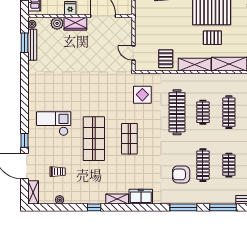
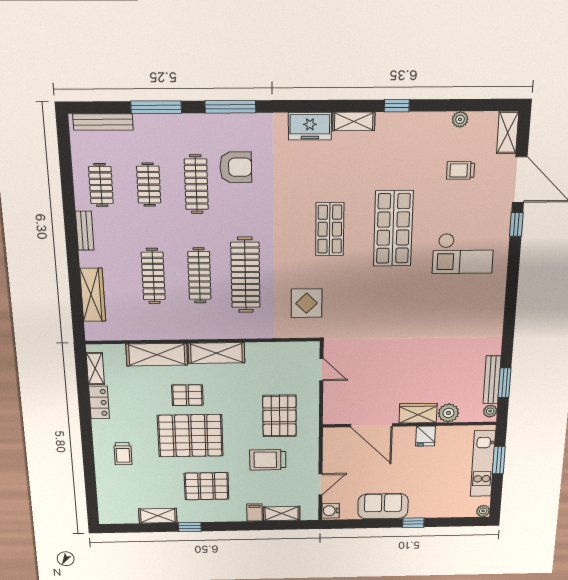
pallet: (166, 59) -> (279, 416), moved, width x1.50, depth x1.42
clothes rail: (203, 112) -> (199, 276), width x1.36

